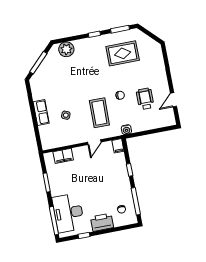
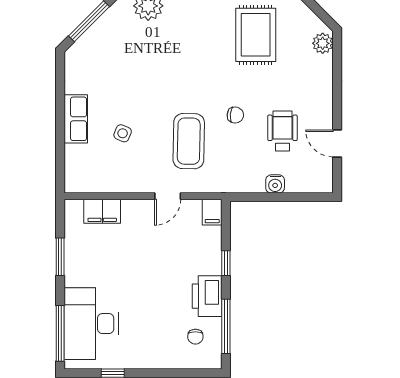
plant: (157, 51) -> (323, 43), added
rug: (123, 53) -> (256, 35), turned 90
door: (174, 100) -> (337, 143), hinge flipped
water cooler: (126, 130) -> (275, 184), moved
printer: (102, 222) -> (207, 296), moved, turned -90

